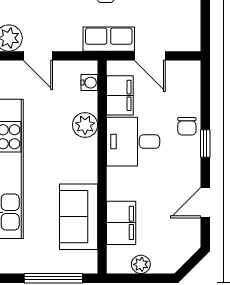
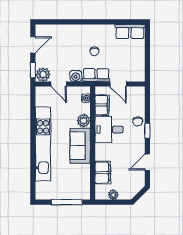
water cooler: (70, 40) -> (76, 76), added
sofa: (79, 217) -> (80, 146), moved

